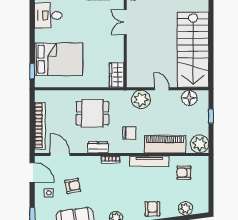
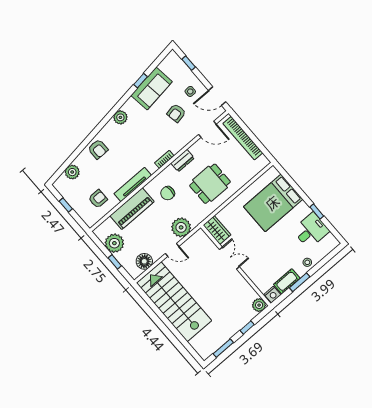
double door: (125, 22) -> (229, 258), moved
window: (32, 71) -> (317, 212), moved
plant: (200, 144) -> (114, 243), moved
window: (211, 188) -> (66, 205), added

